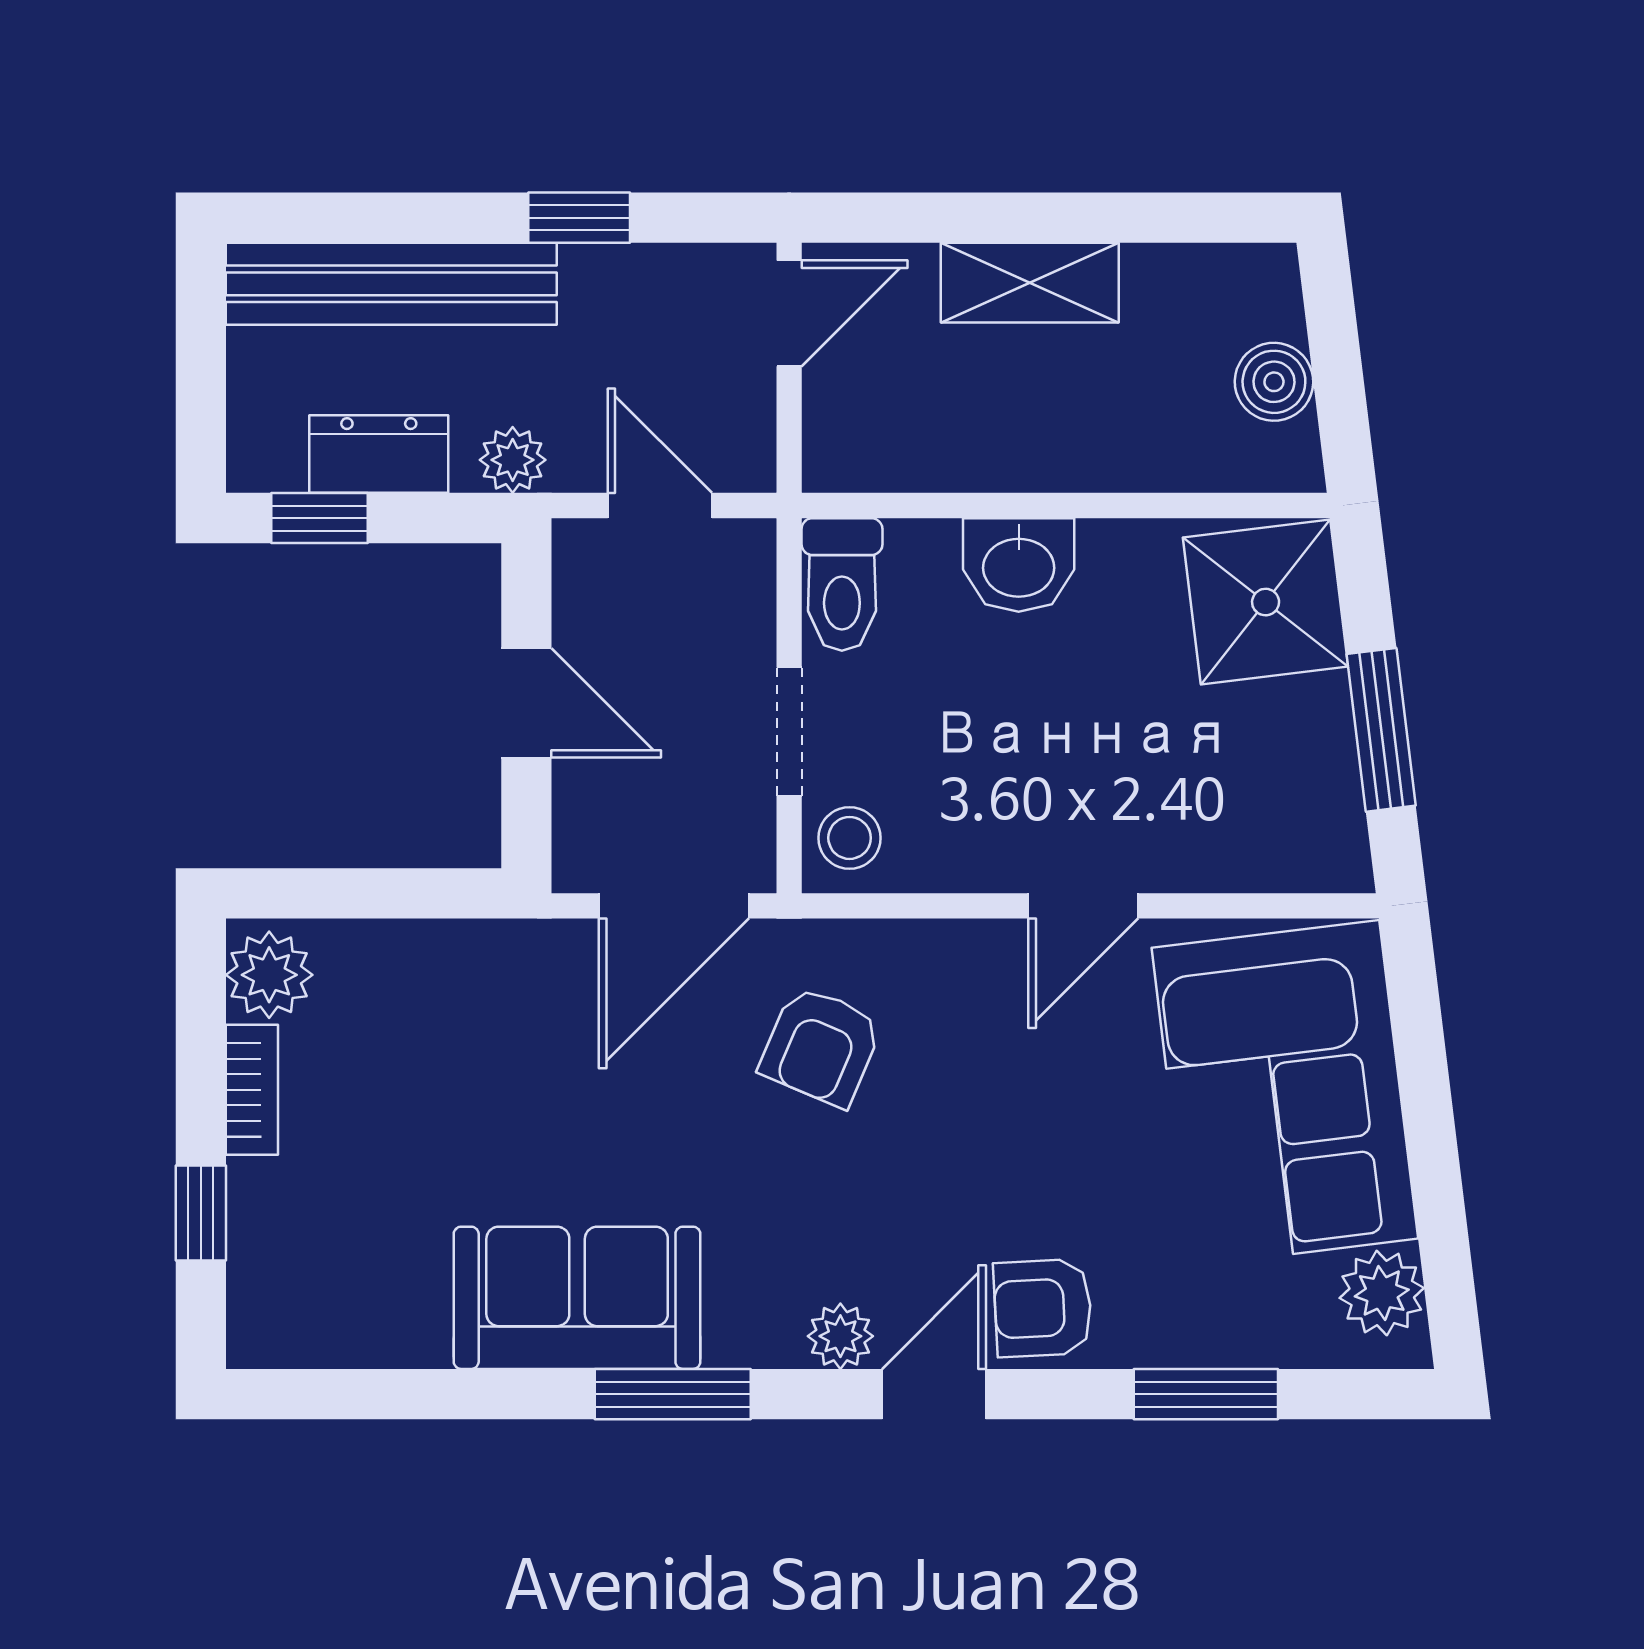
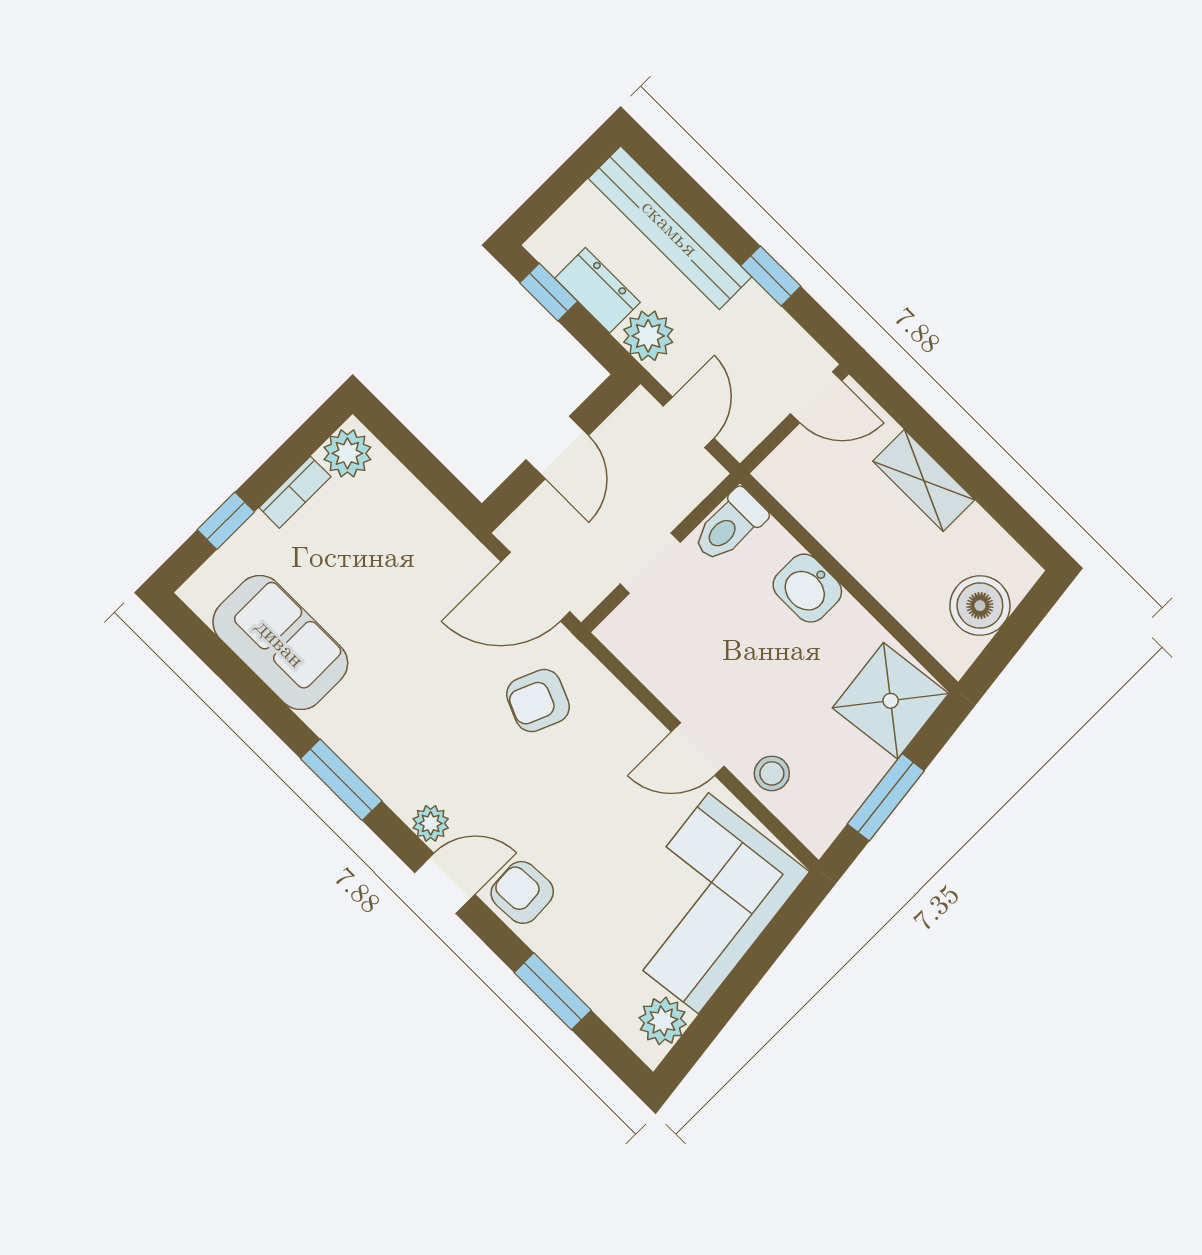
boiler: (1274, 382) -> (980, 606), width x1.36, depth x1.36
plant: (513, 460) -> (648, 336), width x1.38, depth x1.38
stool: (850, 838) -> (772, 773), moved
sofa: (577, 1298) -> (280, 643), moved

